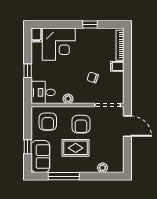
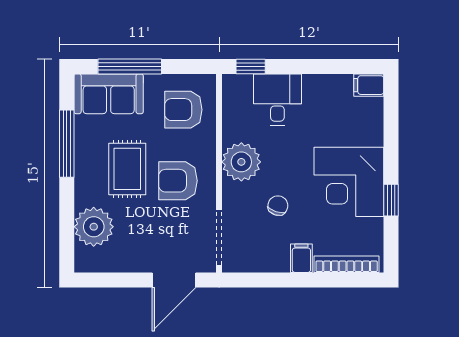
corner desk: (59, 44) -> (349, 182), moved
window: (28, 71) -> (251, 66), moved
desk: (43, 92) -> (277, 100), moved
plant: (68, 99) -> (241, 162), width x1.87, depth x1.87
window: (28, 147) -> (130, 66), width x2.17
plant: (103, 168) -> (94, 227), width x1.87, depth x1.87

